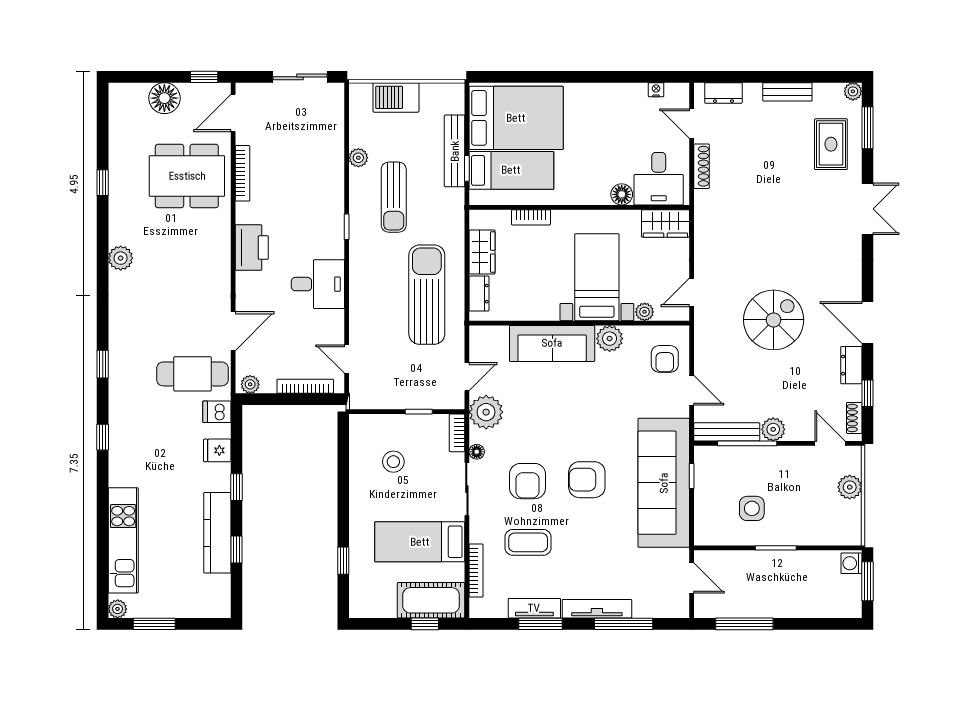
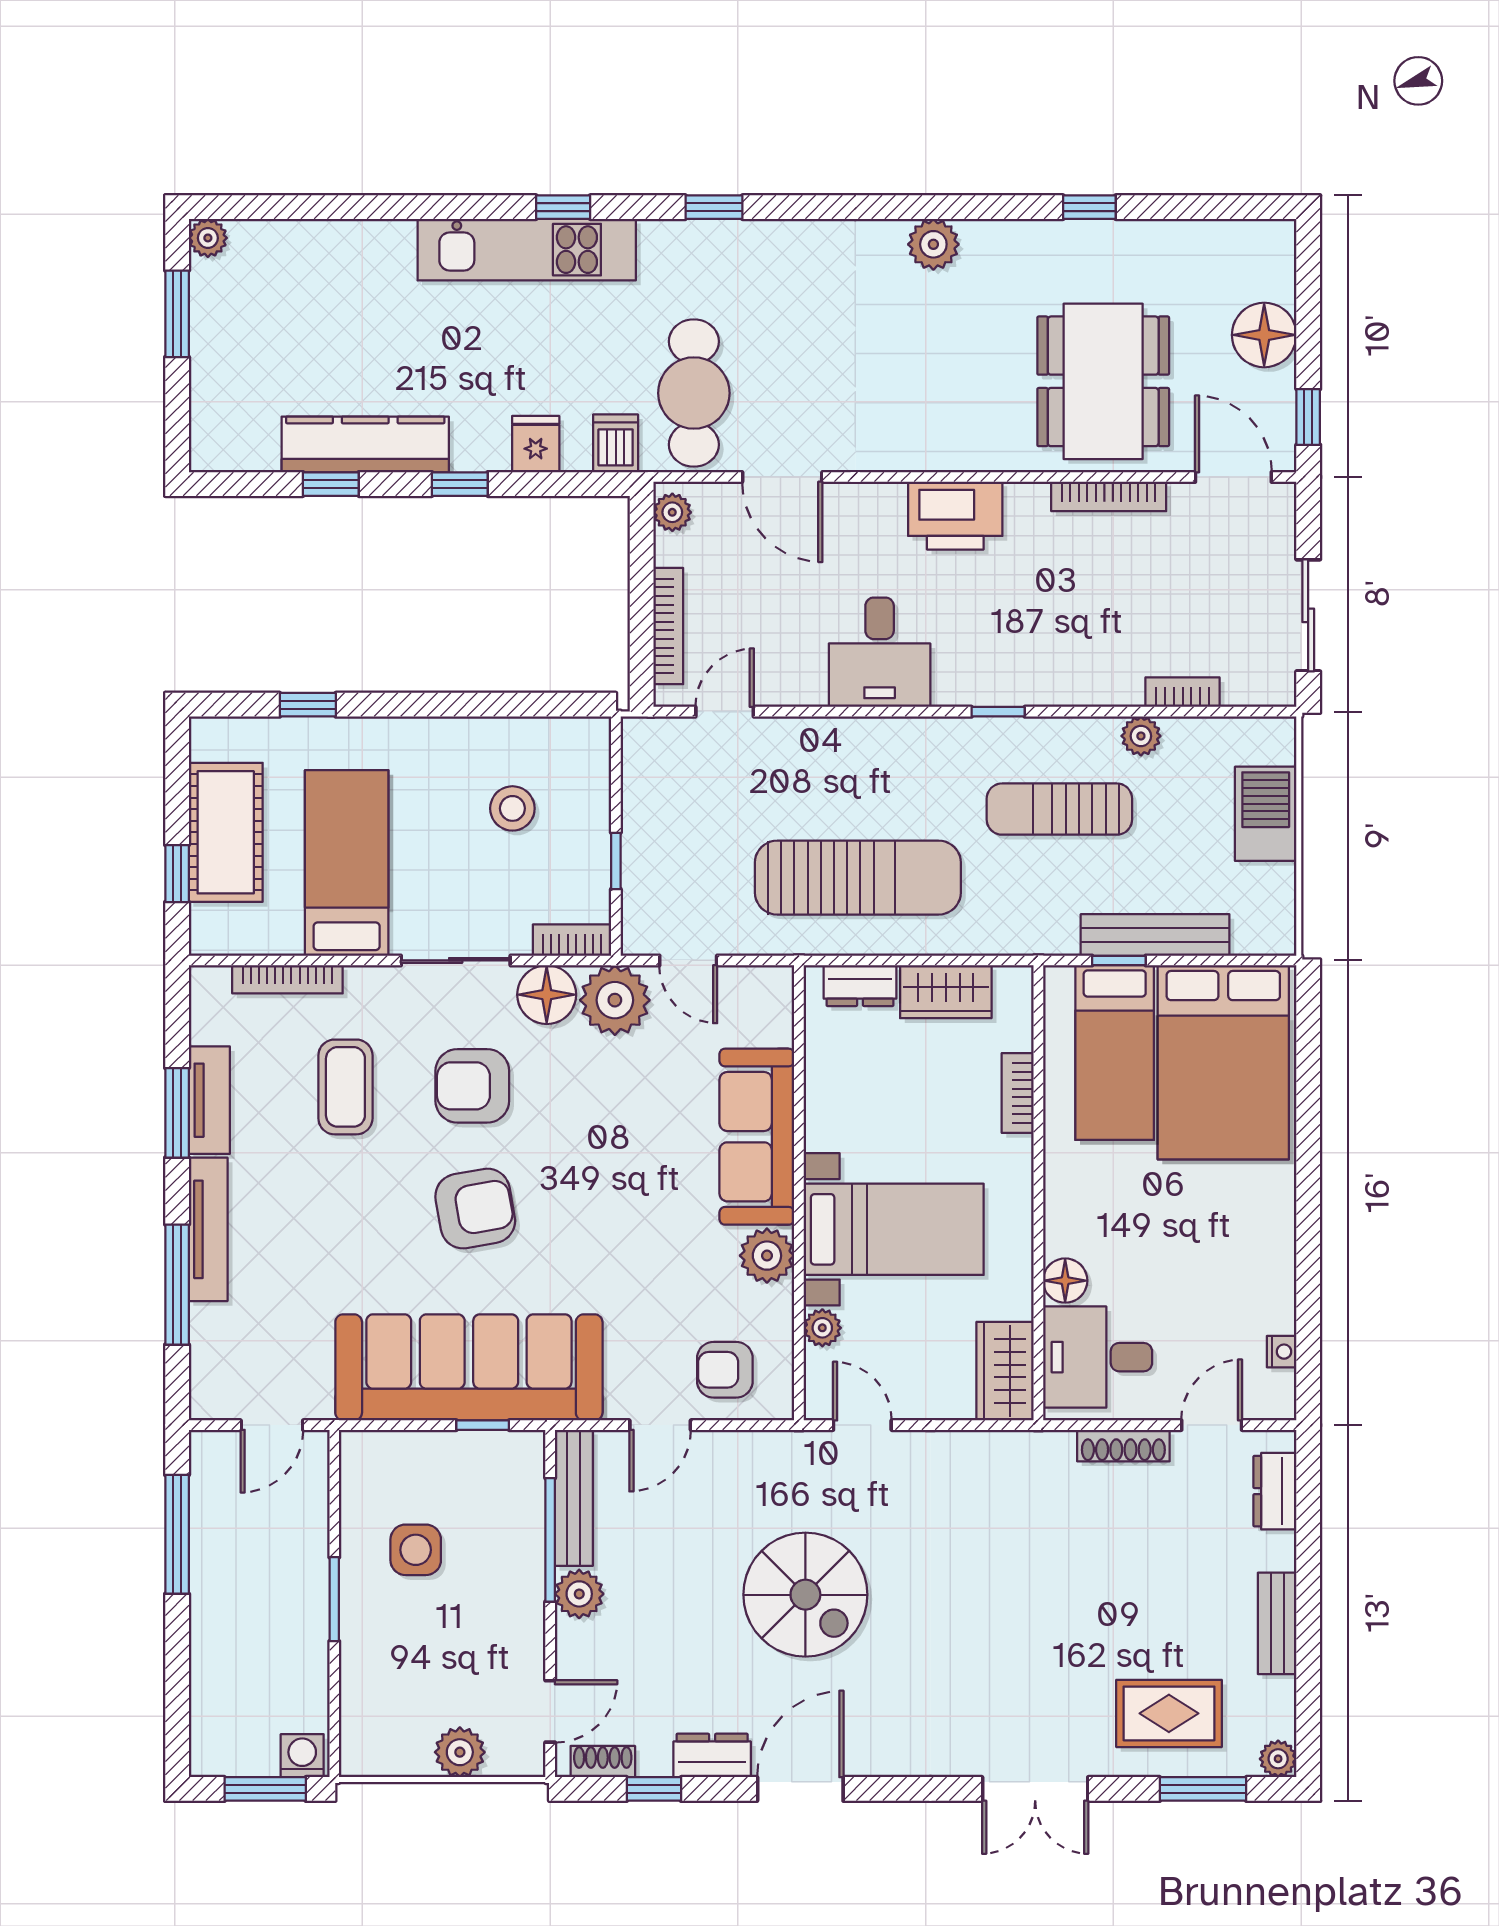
bookcase: (337, 138) -> (1183, 692), added
floor lamp: (477, 452) -> (547, 995), width x1.89, depth x1.89
armchair: (587, 480) -> (475, 1209), turned 80
kitchen unit: (123, 540) -> (527, 250), moved
cot: (431, 600) -> (226, 832), moved

